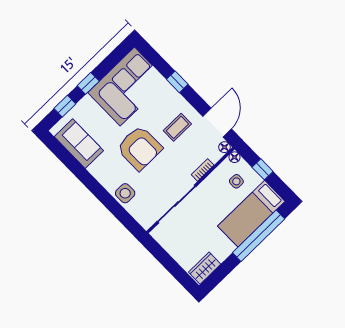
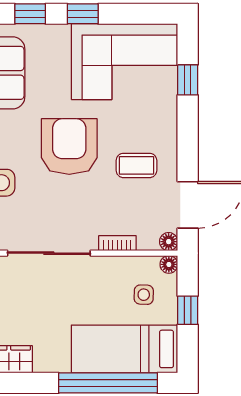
window: (177, 82) -> (188, 80), moved
armchair: (139, 148) -> (69, 146), turned 180

